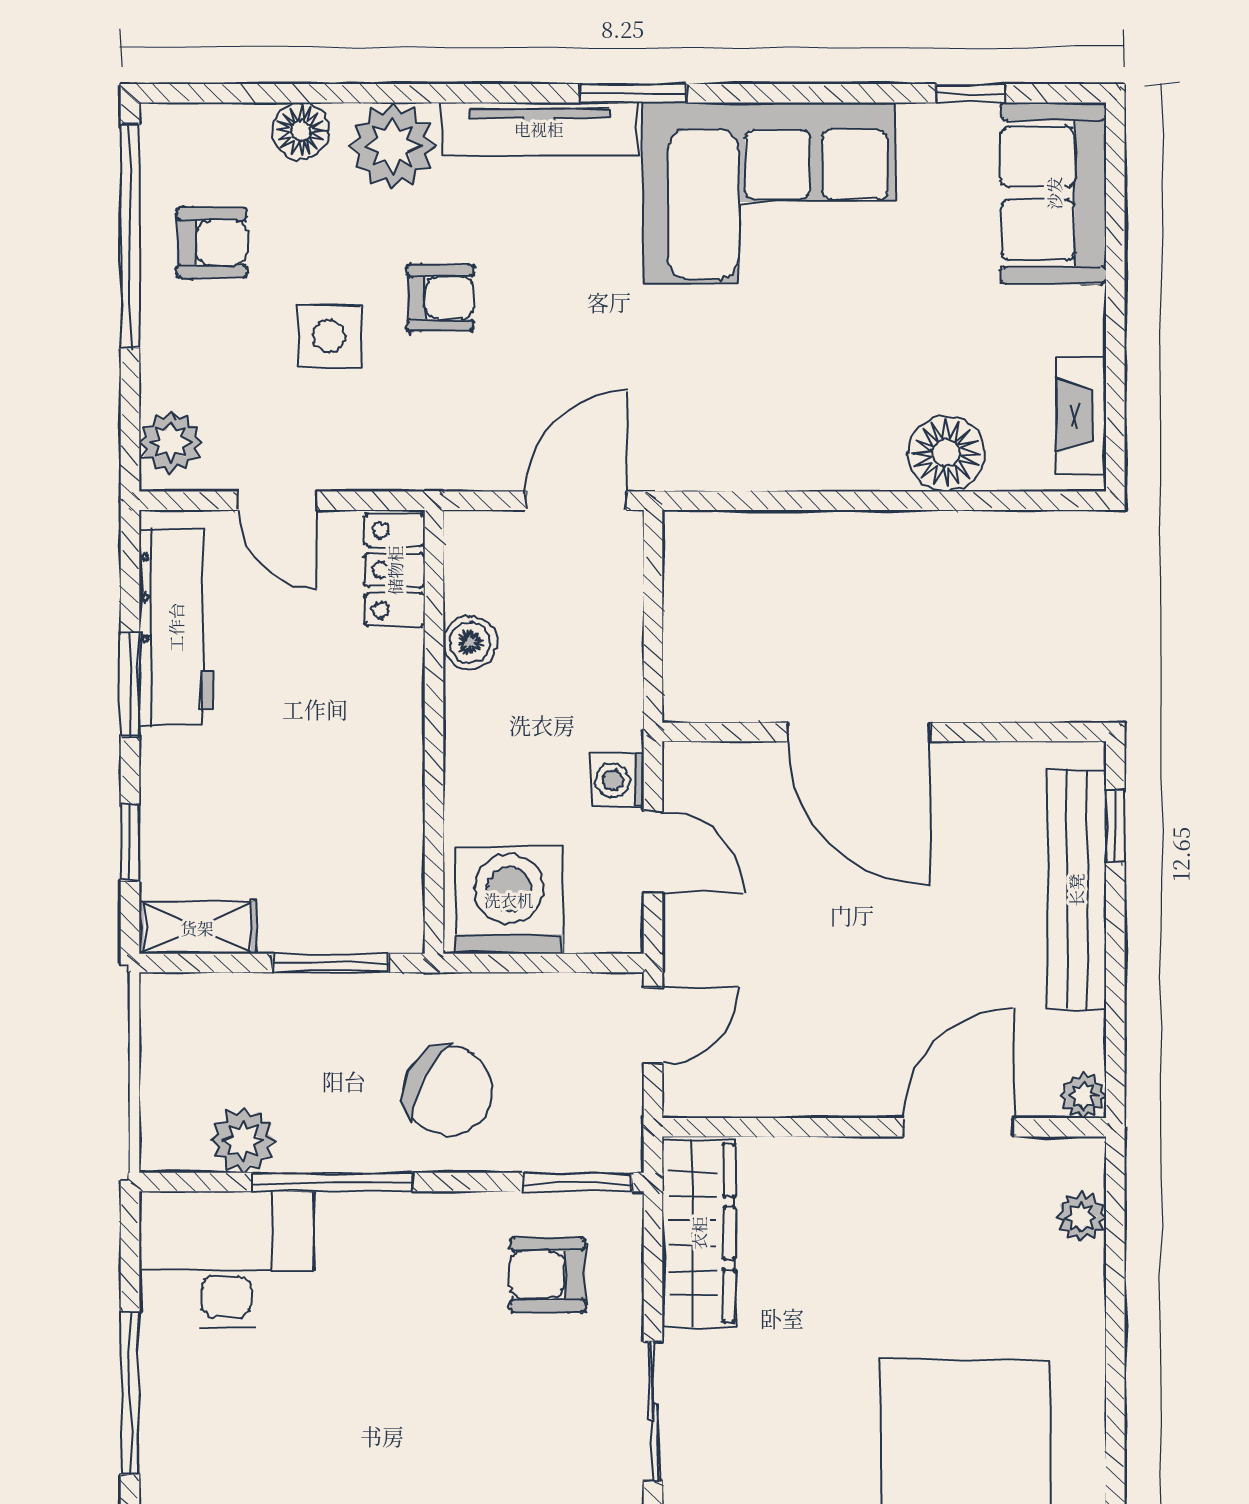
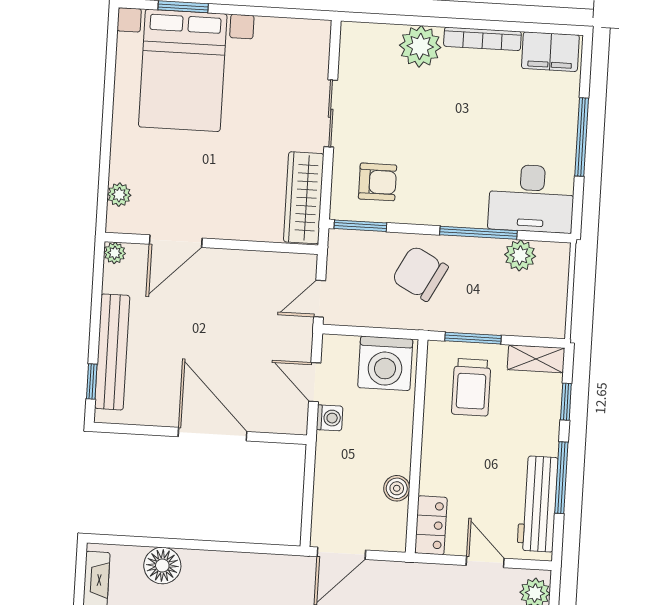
window: (130, 685) -> (561, 478), width x1.44
trolley: (328, 861) -> (471, 387), added

